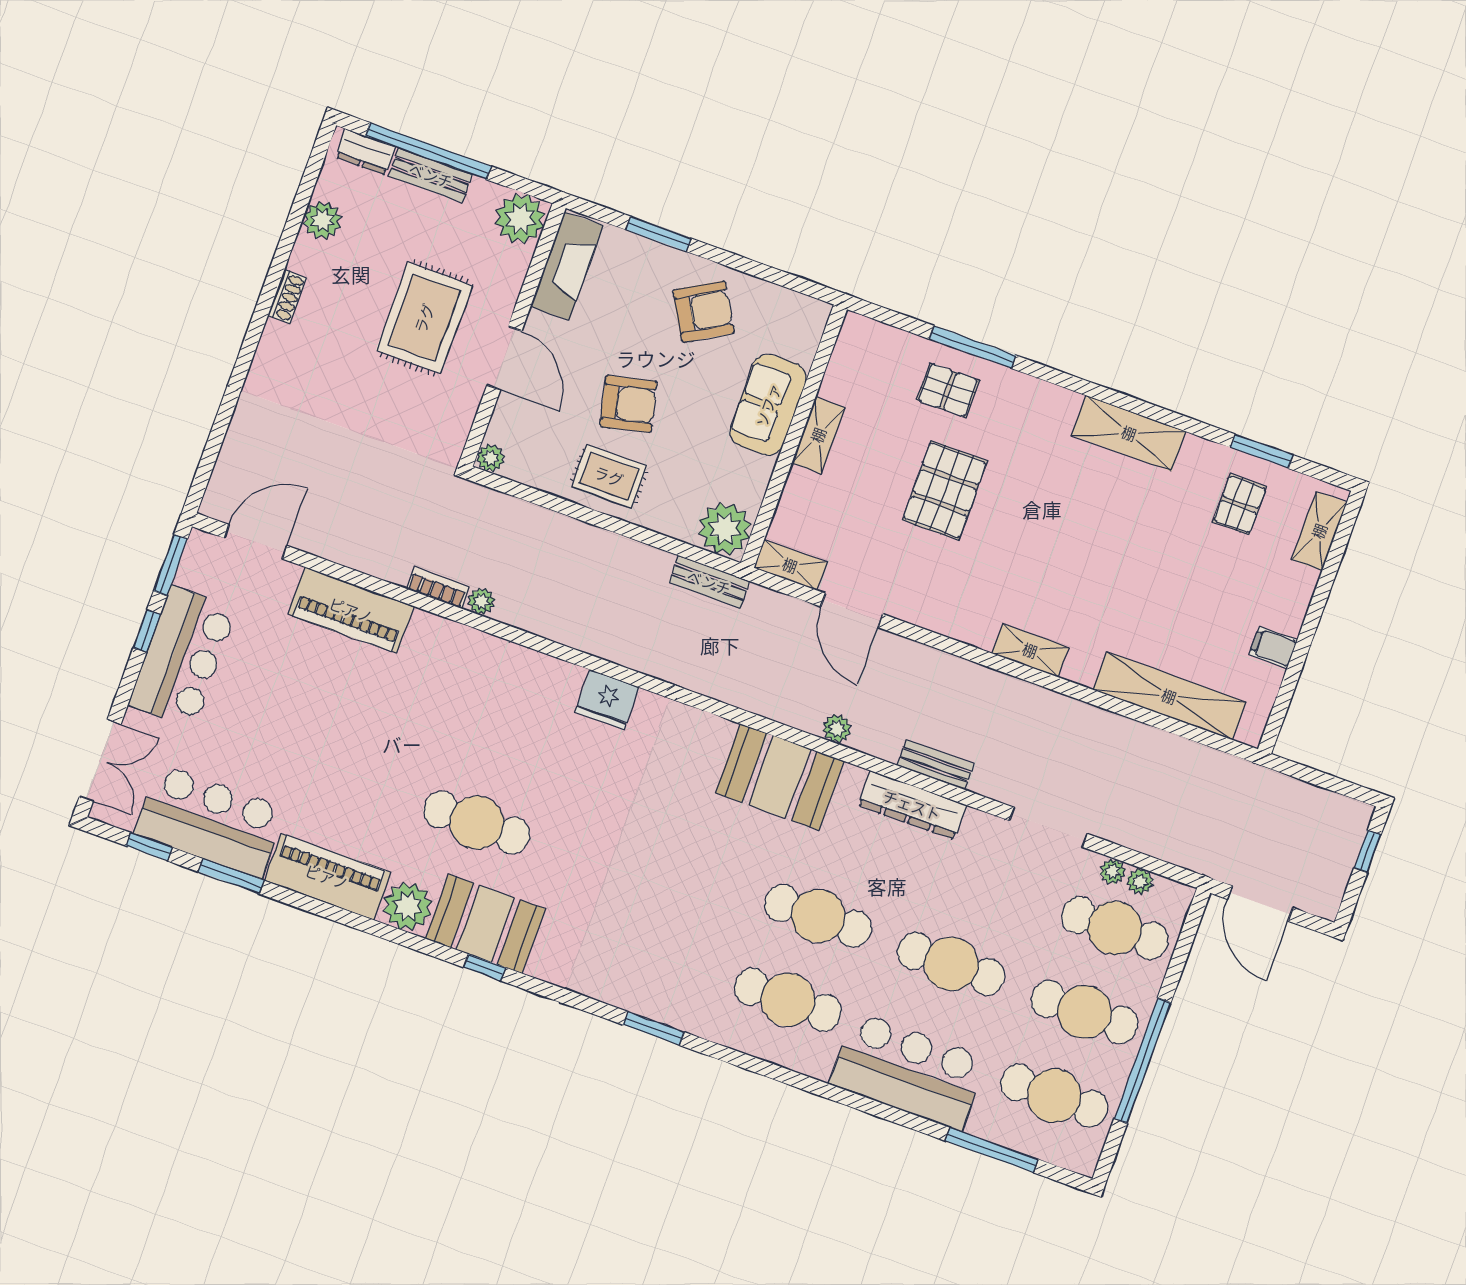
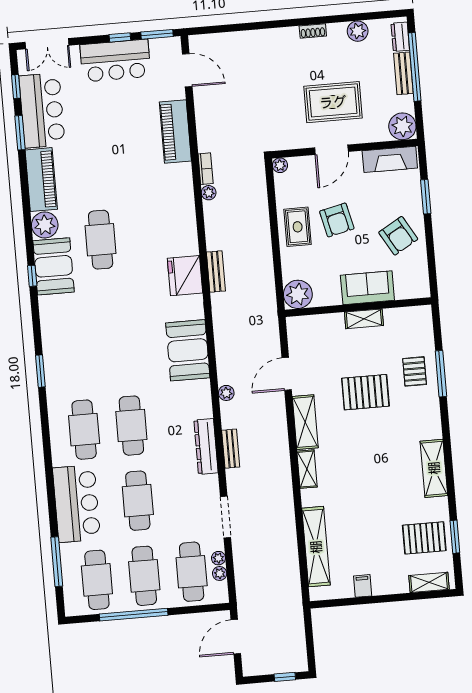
pallet: (1240, 504) -> (424, 538), width x1.50, depth x1.42
shelving: (790, 565) -> (305, 422), moved, width x1.50, depth x1.33
bench: (709, 582) -> (216, 271), moved
fridge: (607, 700) -> (185, 276), width x1.36, depth x1.34
booth: (780, 777) -> (188, 350), moved

